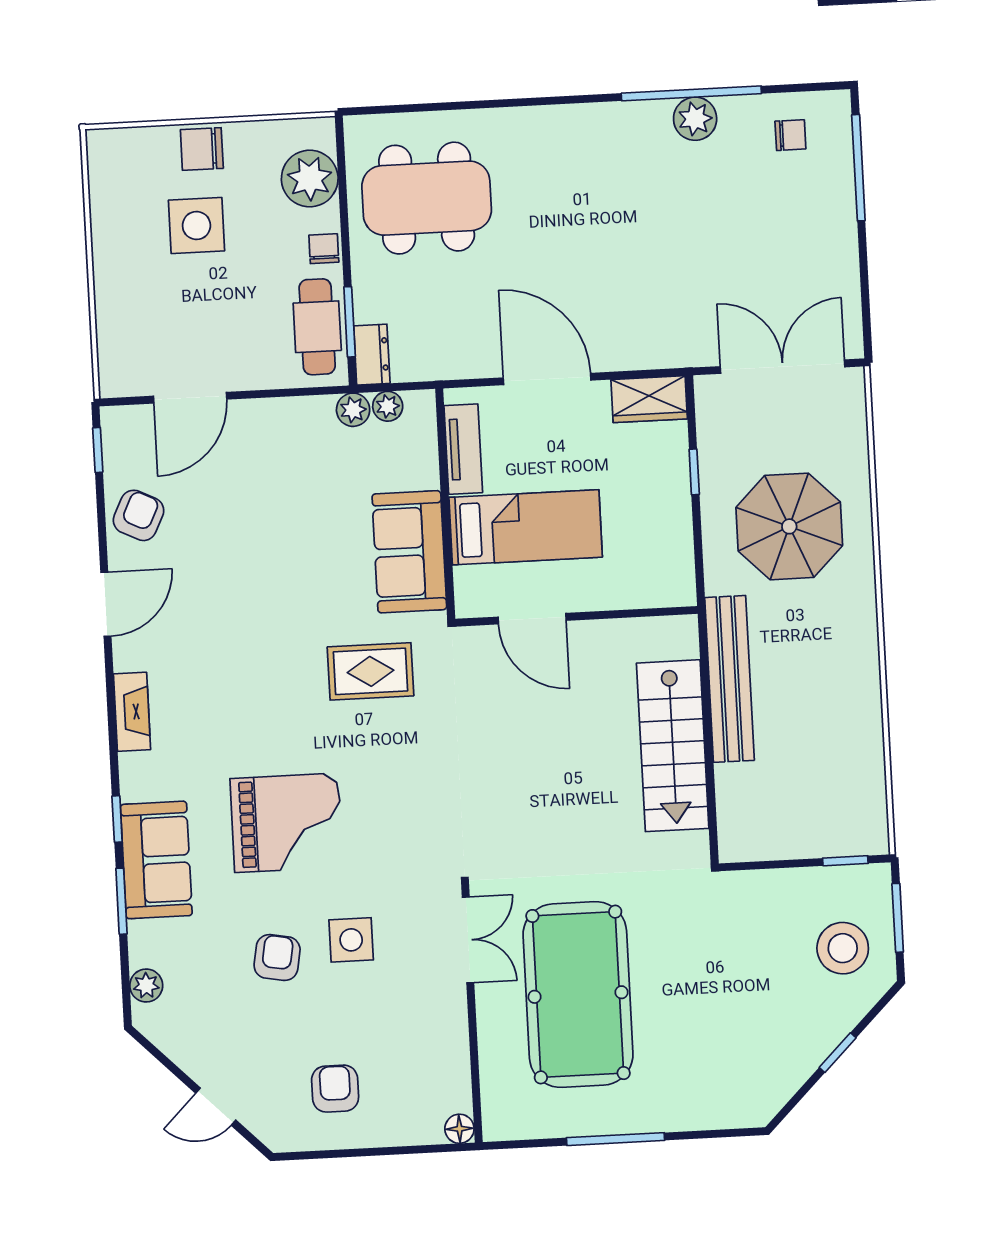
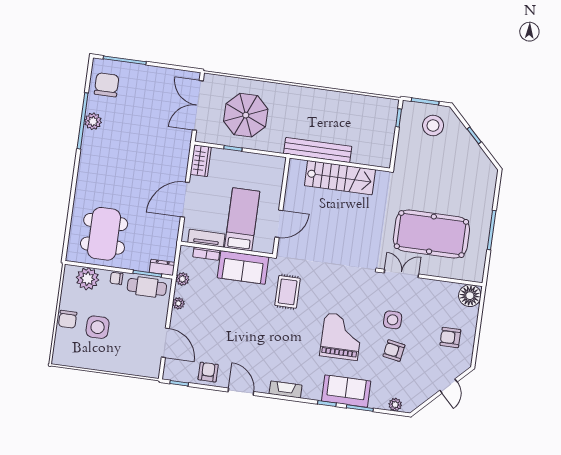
chair: (790, 135) -> (107, 85), width x1.87, depth x1.87
plant: (388, 406) -> (178, 303), moved
bookcase: (426, 456) -> (206, 254), added
armchair: (139, 515) -> (208, 372), turned 64
parasol: (789, 526) -> (246, 115), moved
floor lamp: (459, 1129) -> (470, 296), width x1.89, depth x1.89

